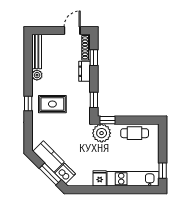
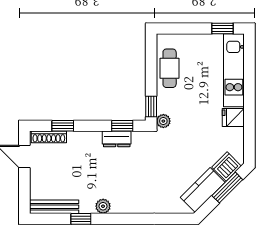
dresser: (85, 71) -> (117, 139), moved
plant: (37, 75) -> (103, 206), moved
window: (28, 103) -> (81, 219), moved
rug: (52, 104) -> (128, 184), removed
plant: (102, 133) -> (163, 121), width x0.53, depth x0.53

